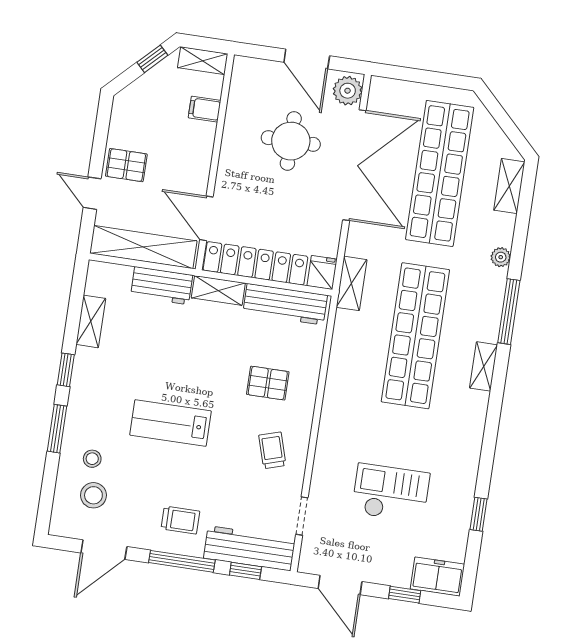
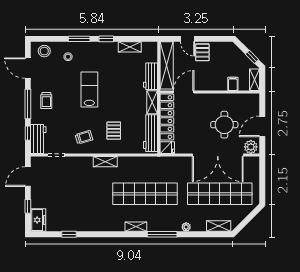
door: (92, 193) -> (187, 39), swing flipped
shelving: (352, 283) -> (105, 162), moved
checkout: (391, 493) -> (73, 193), removed
stool: (93, 495) -> (44, 51), moved
workbench: (249, 548) -> (38, 139), width x0.73

